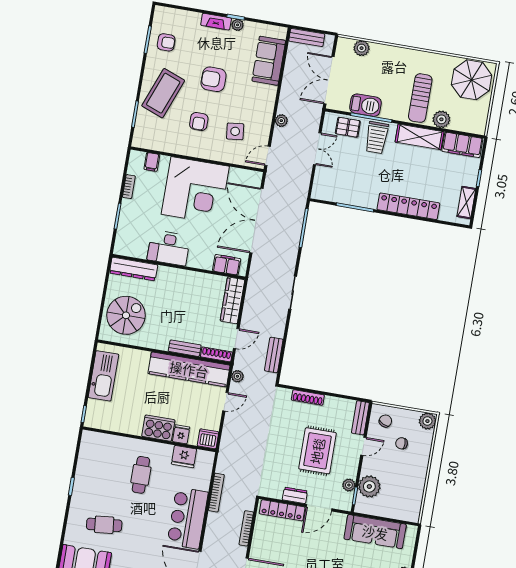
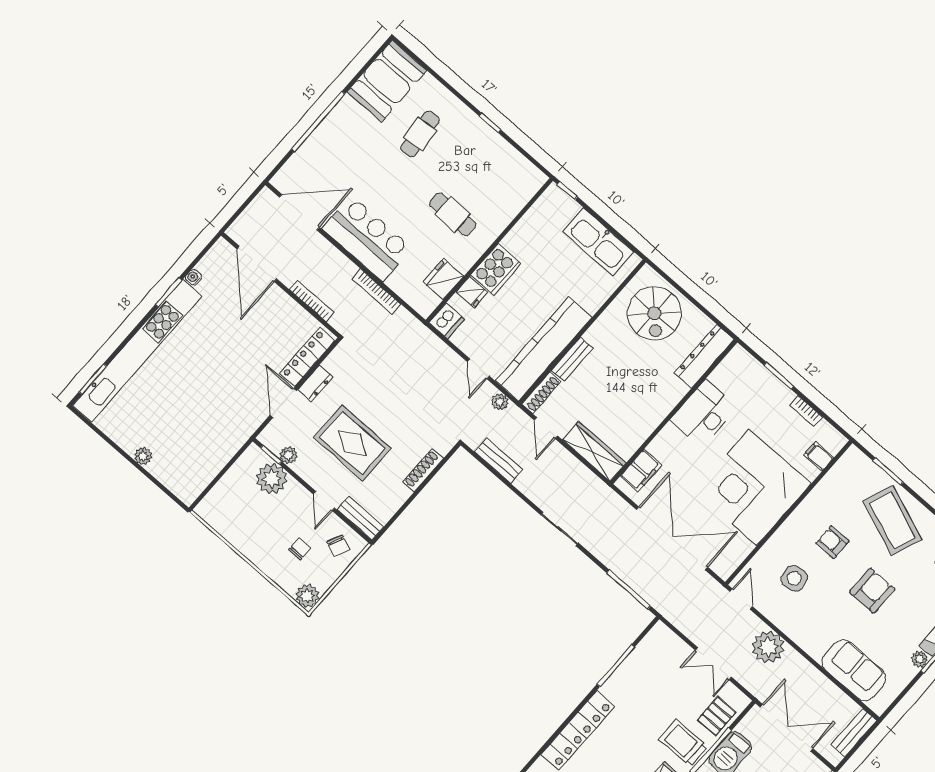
plant: (281, 121) -> (768, 647), width x1.88, depth x1.88
sofa: (375, 532) -> (214, 453), removed

